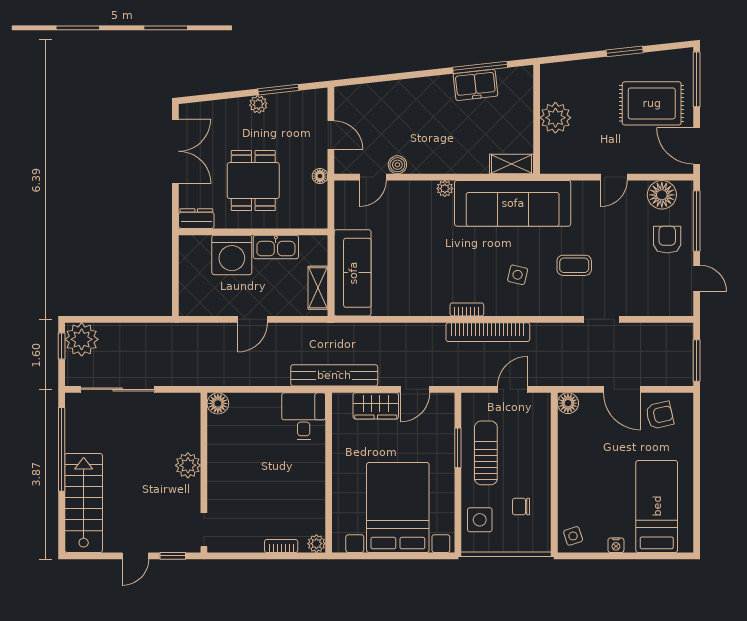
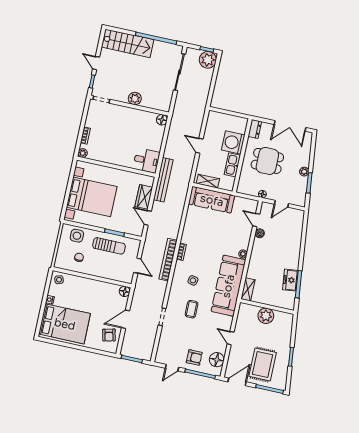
bed: (657, 506) -> (65, 324), width x1.50

